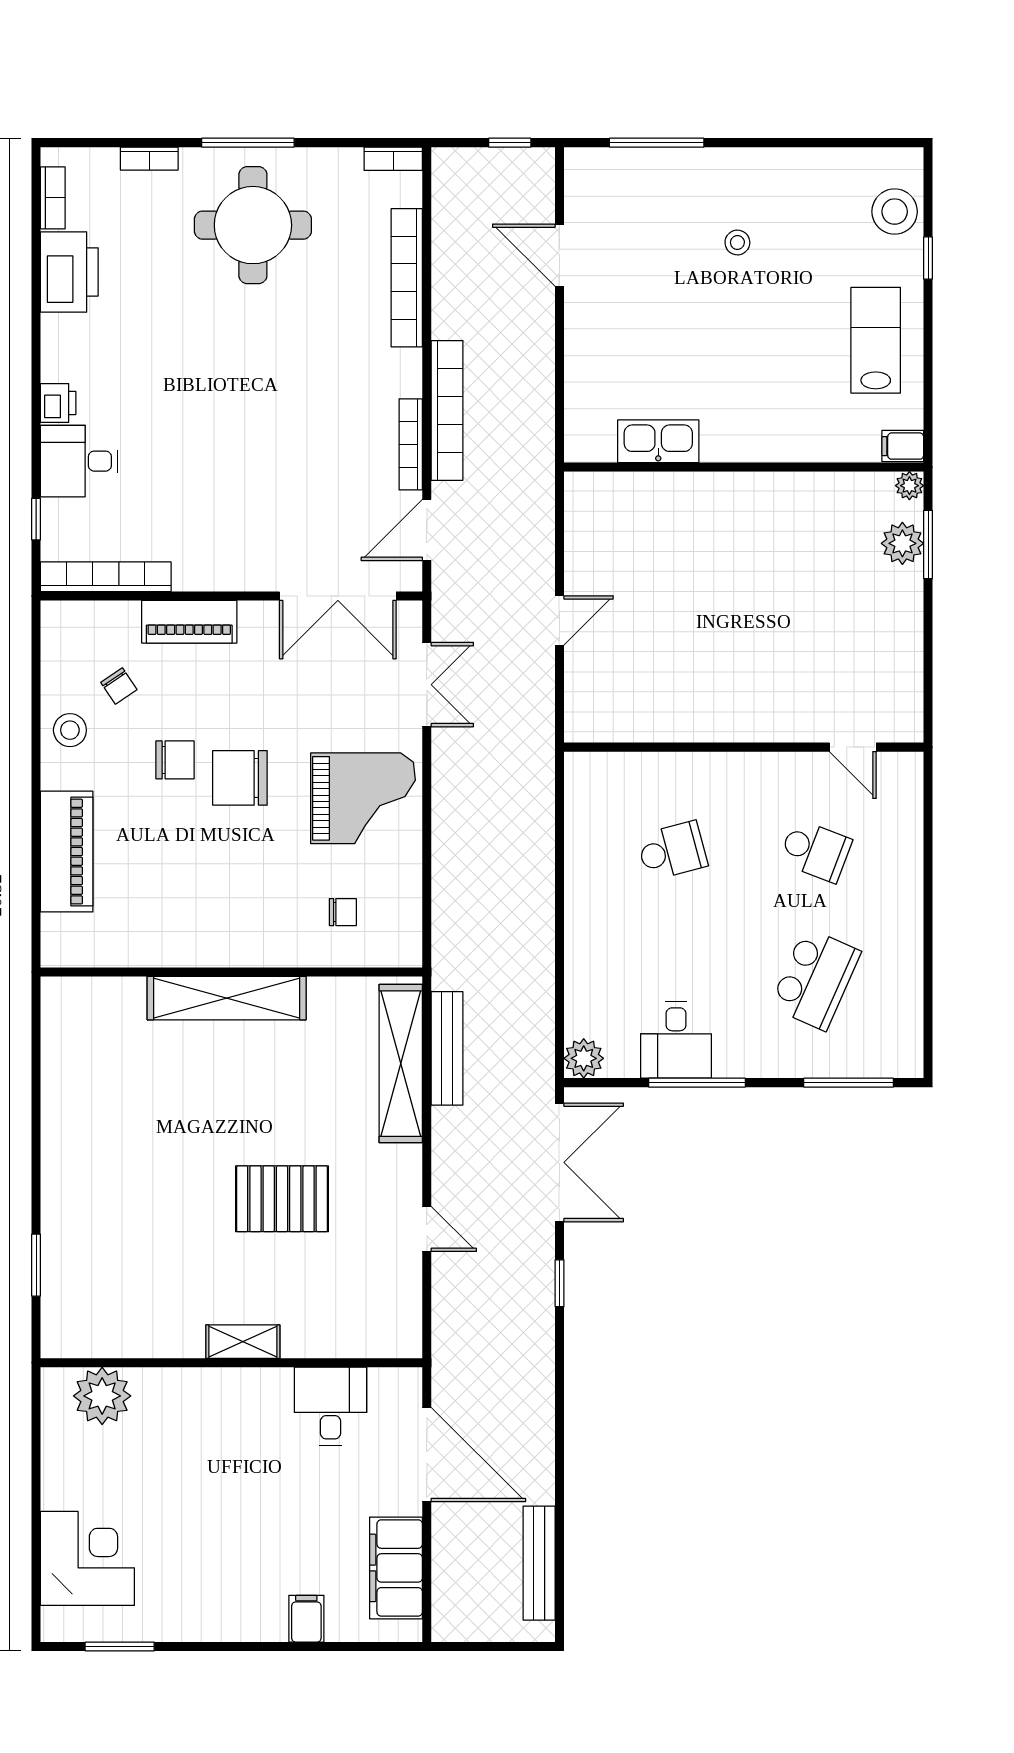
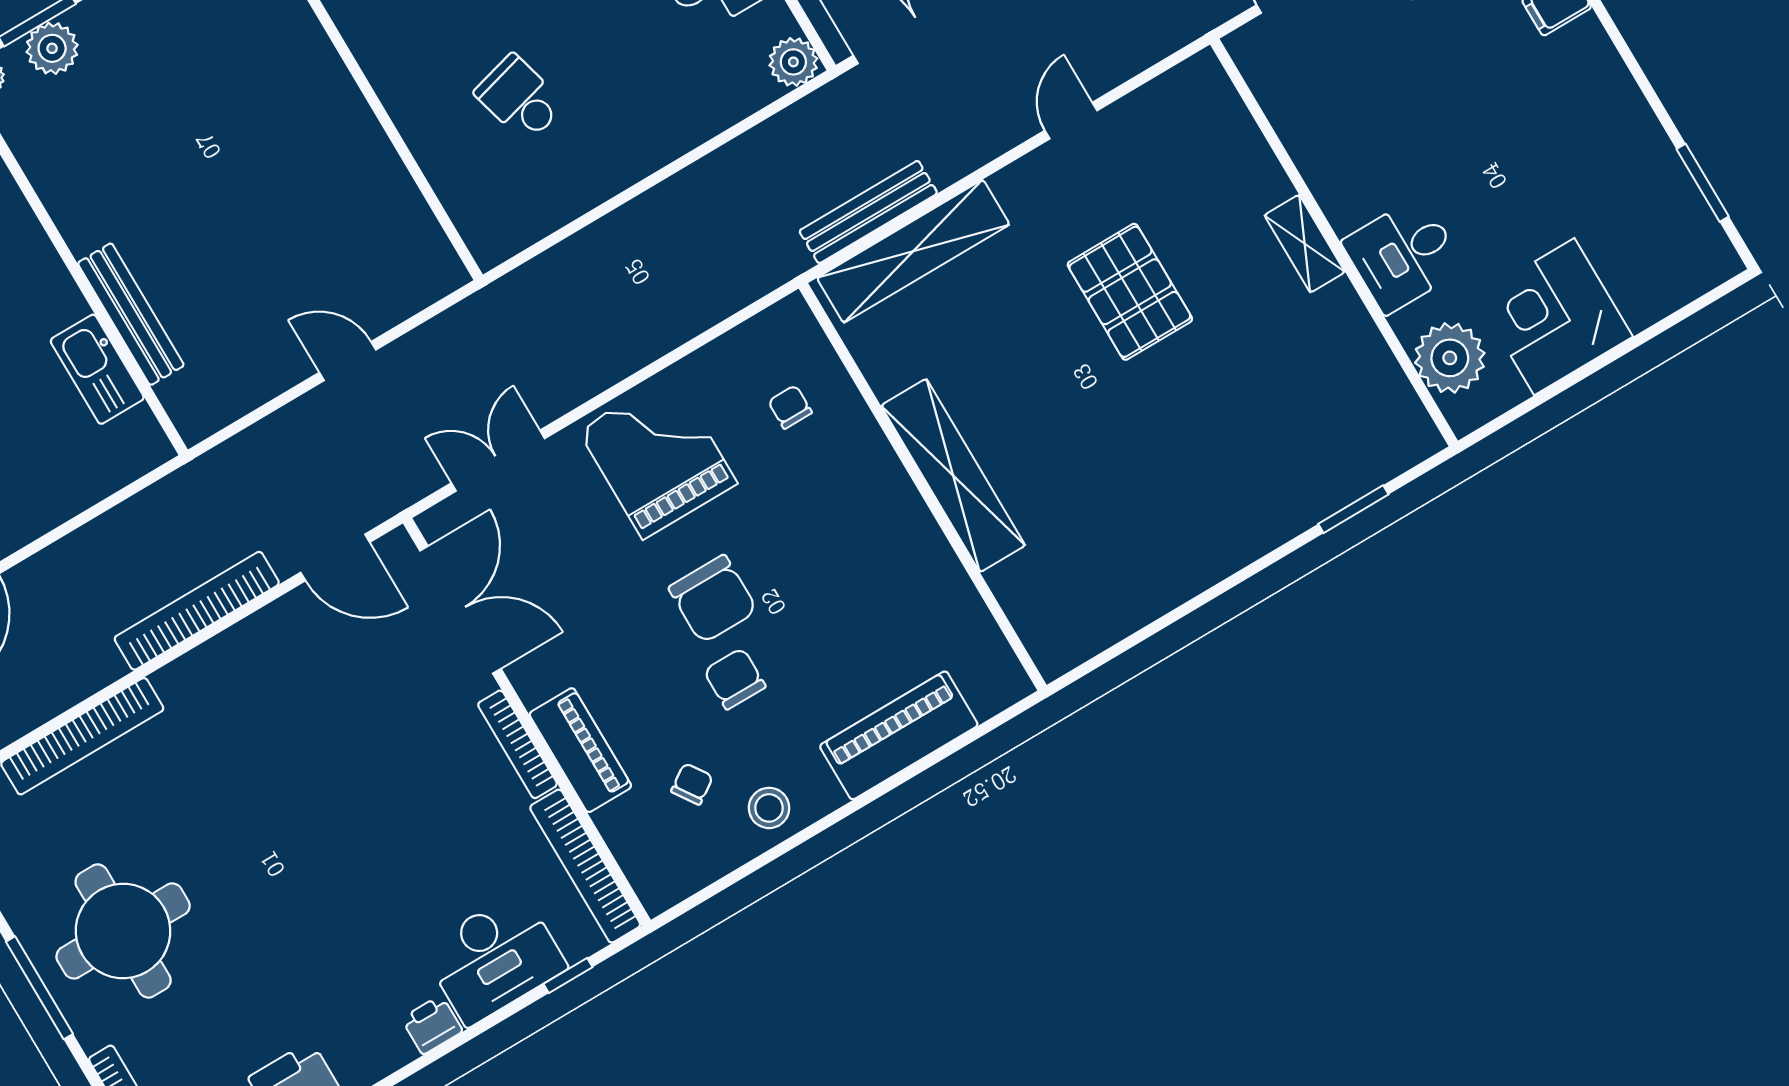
bookcase: (411, 444) -> (517, 744), moved, turned 90
desk: (79, 461) -> (494, 958), width x1.37
bench: (683, 488) -> (131, 314), added
desk: (331, 1406) -> (1403, 255), moved
corner desk: (87, 1558) -> (1554, 317), moved

